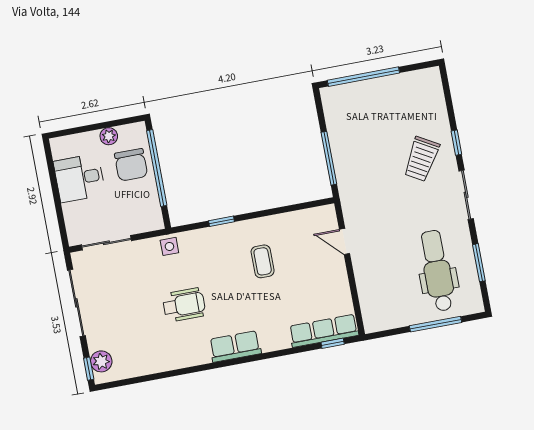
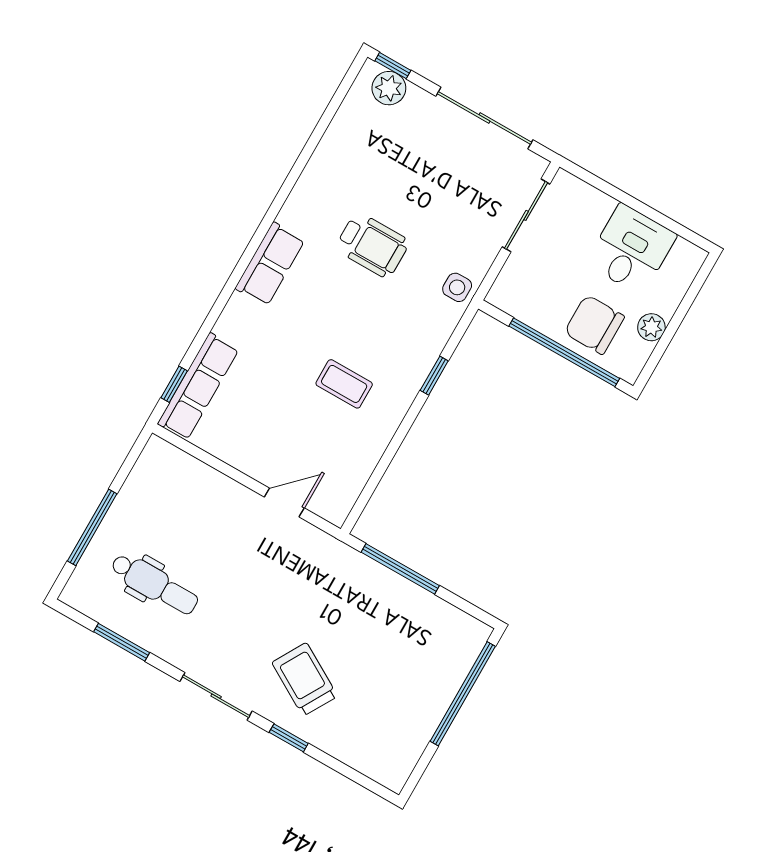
dental chair: (437, 271) -> (154, 584), width x0.73, depth x0.72
wheelchair: (184, 305) -> (372, 245), turned -90

